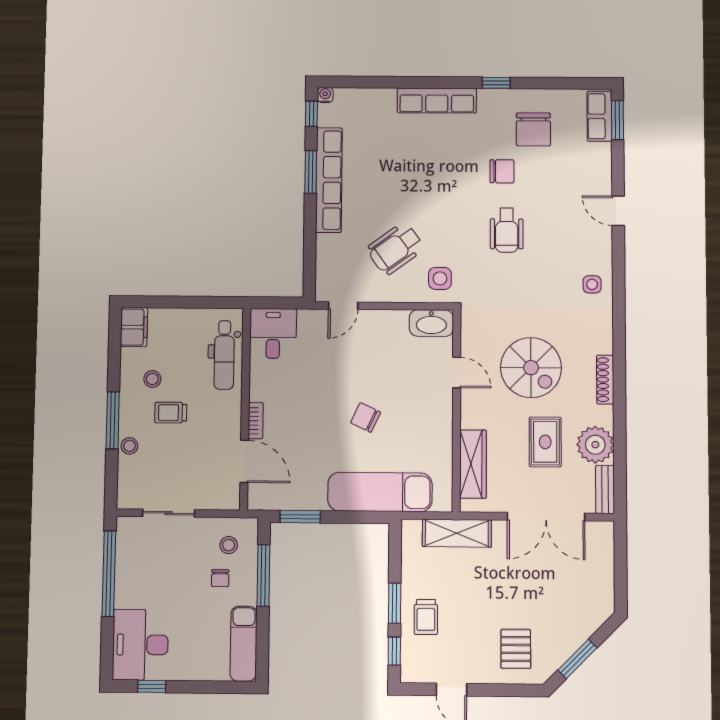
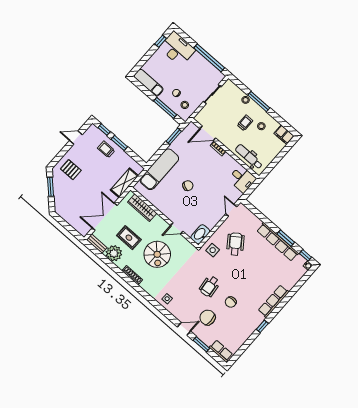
window: (618, 120) -> (201, 344), moved
chair: (533, 129) -> (208, 318), moved
wheelchair: (507, 230) -> (210, 286), turned -96
spiral stairs: (531, 368) -> (157, 254), turned -90

